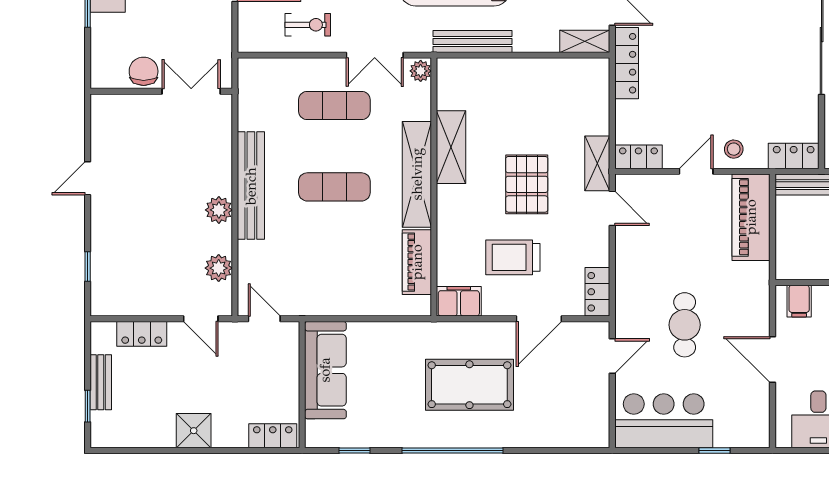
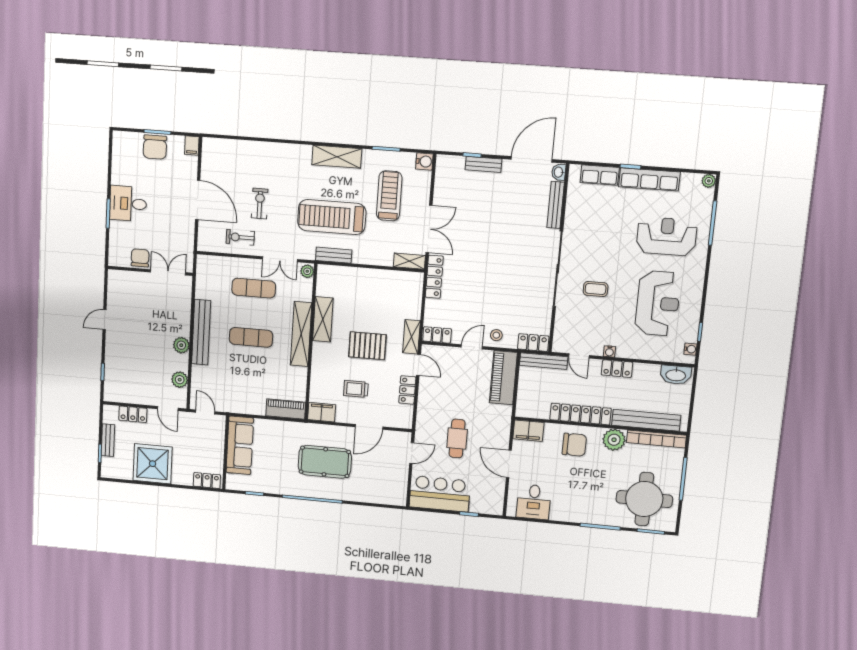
exercise bike: (308, 25) -> (240, 237), turned 180
bench: (472, 42) -> (334, 255), width x0.73
pallet: (527, 184) -> (367, 346), turned 90
trolley: (513, 257) -> (356, 389), width x0.73, depth x0.72
piano: (417, 262) -> (286, 409), moved, turned 90
locker: (597, 292) -> (407, 390), moved
filing cabinet: (799, 301) -> (528, 431), width x2.00
shower: (194, 431) -> (153, 464), width x1.86, depth x1.86

